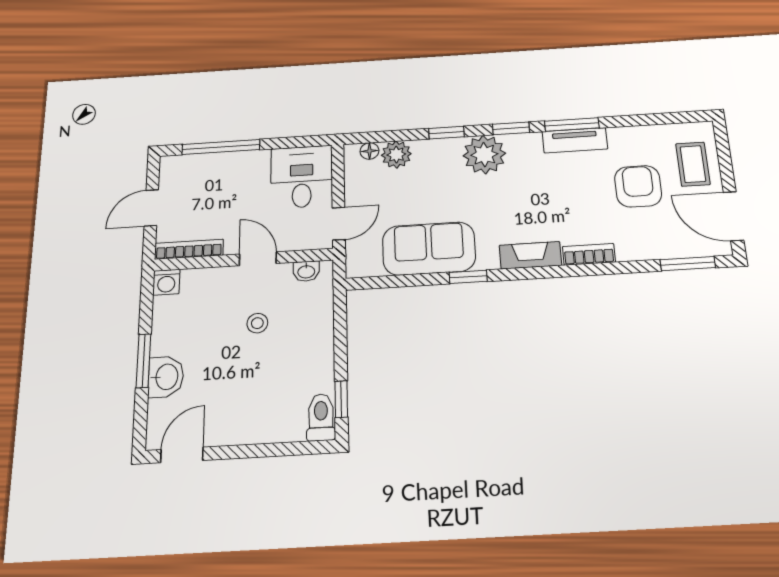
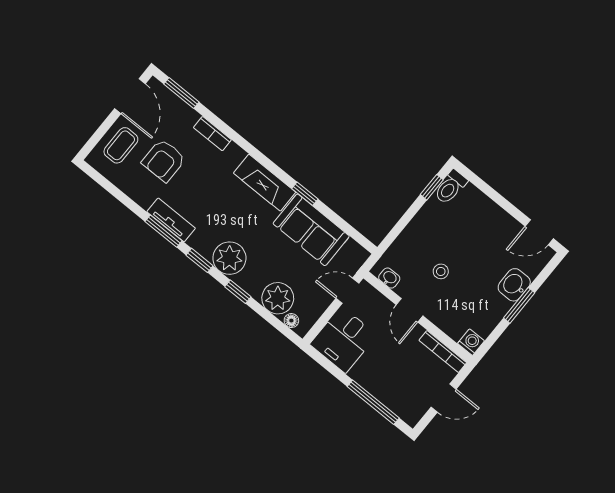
plant: (396, 155) -> (278, 298), width x1.36, depth x1.36
bookcase: (589, 254) -> (212, 134), moved
fireplace: (530, 255) -> (265, 183), width x1.37, depth x1.32

